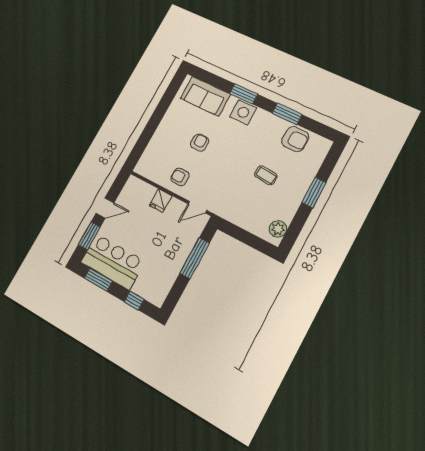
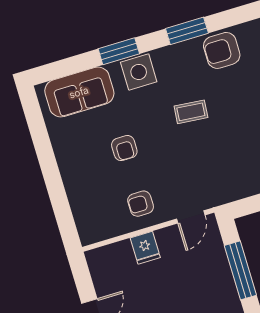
armchair: (295, 139) -> (222, 50), turned 180
armchair: (199, 143) -> (124, 148), turned 180
coffee table: (266, 175) -> (191, 112), moved

